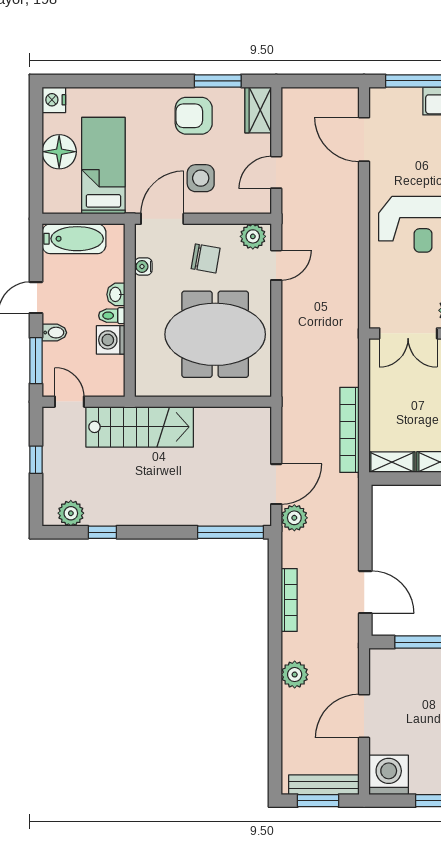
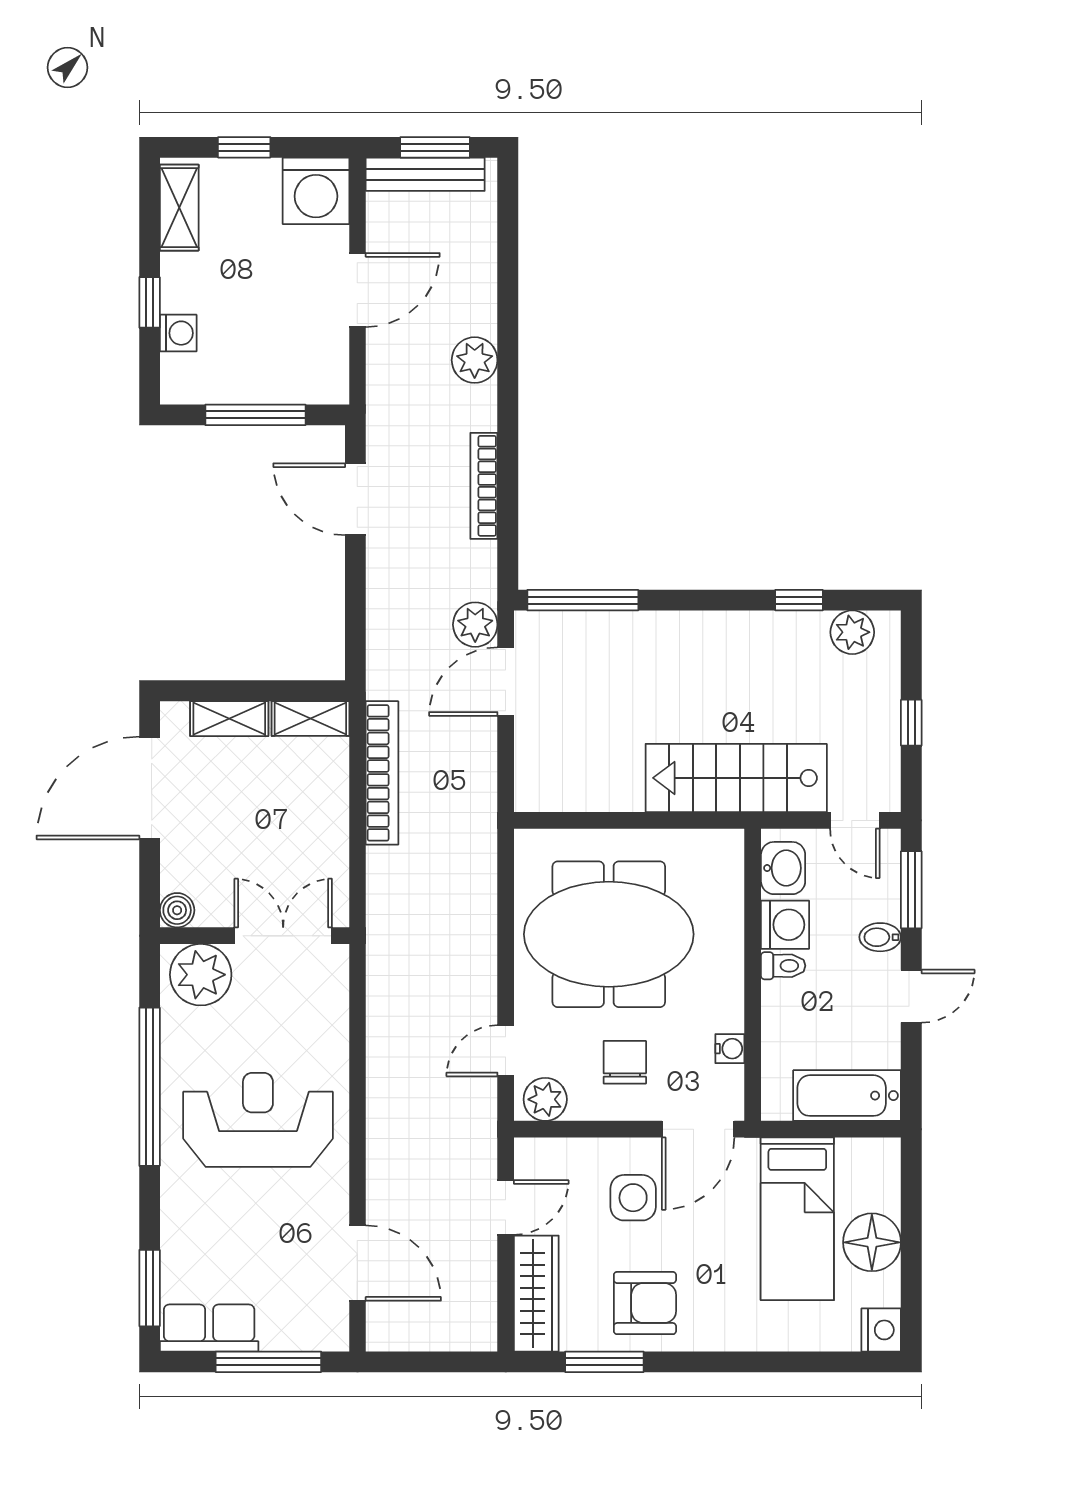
wardrobe: (258, 110) -> (536, 1294), width x1.50
chair: (206, 258) -> (625, 1062), turned 80
washbasin: (116, 294) -> (783, 868), moved, width x1.38, depth x1.45

